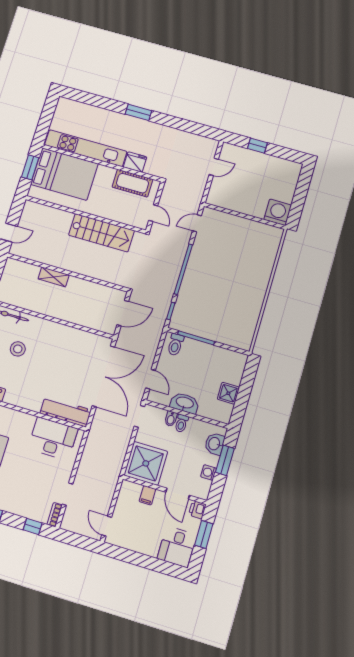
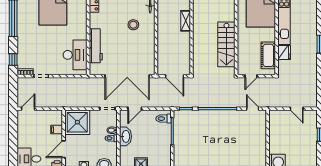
stool: (18, 349) -> (133, 25), moved
workbench: (66, 412) -> (96, 46), moved

